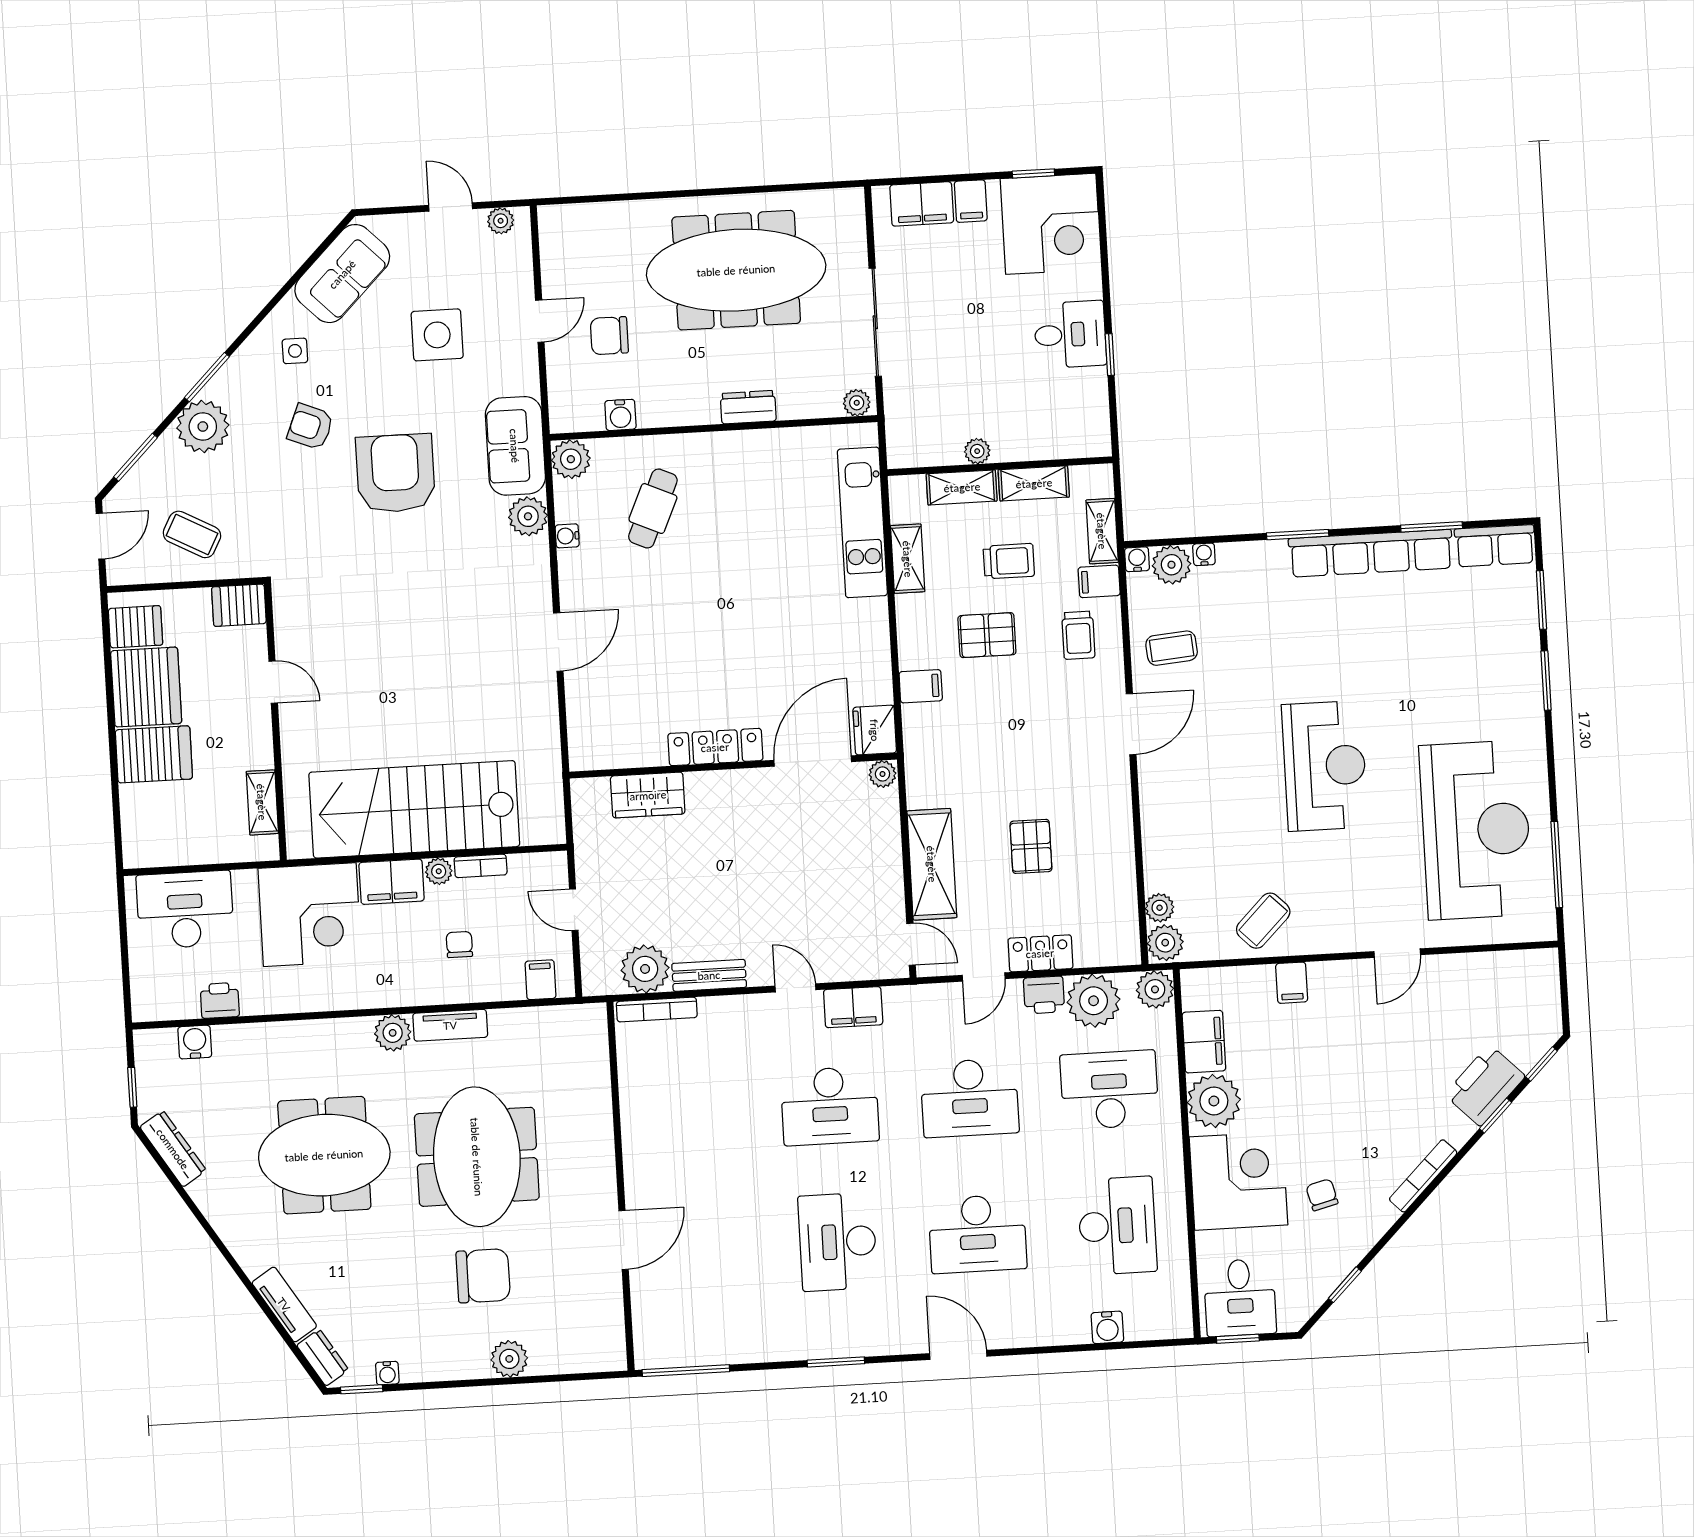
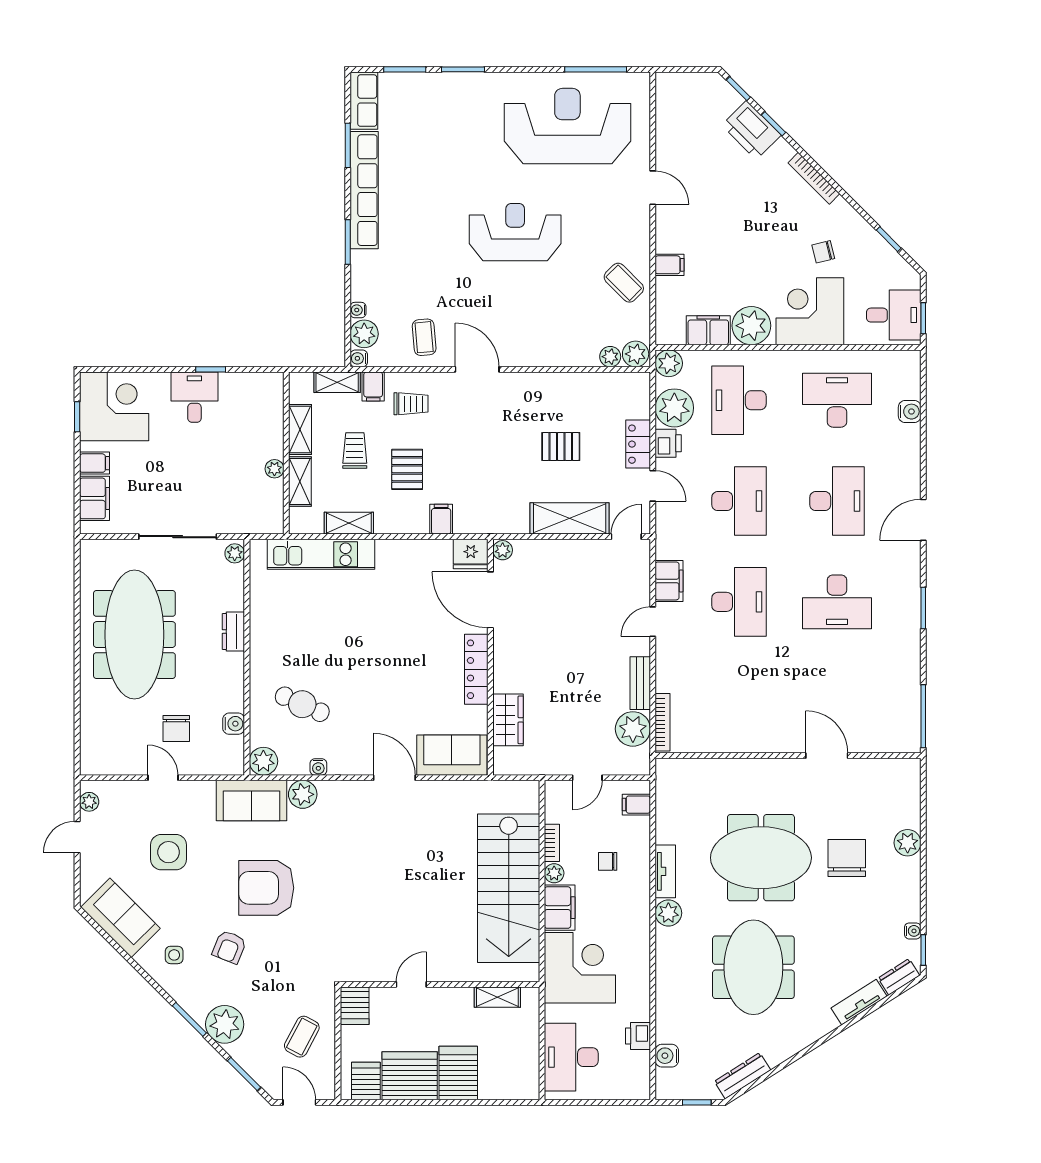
sofa: (594, 720) -> (452, 755), added

